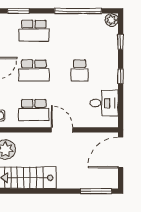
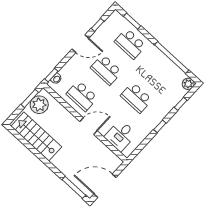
school desk: (80, 70) -> (136, 98), width x1.85
desk: (104, 103) -> (121, 135), moved, turned 90
door: (62, 130) -> (89, 126), hinge flipped
door: (121, 152) -> (105, 186), moved

